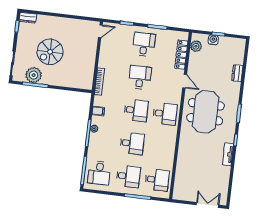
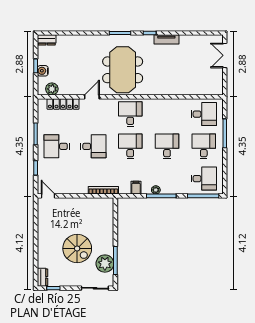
dresser: (237, 73) -> (47, 40), moved
desk: (140, 77) -> (93, 146), turned 180
meeting table: (205, 112) -> (123, 70), turned 90
desk: (157, 180) -> (204, 114), turned 90

